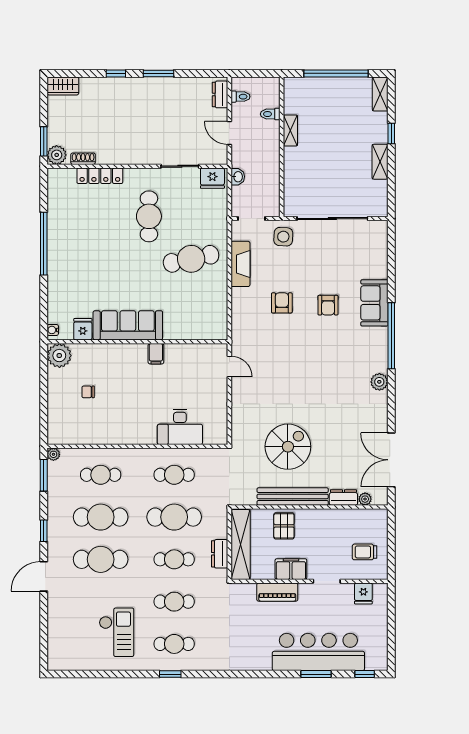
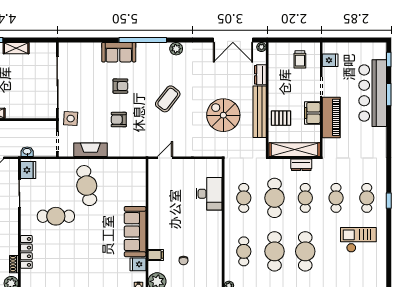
filing cabinet: (156, 354) -> (156, 255), moved
coffee table: (310, 370) -> (168, 99), added
plant: (365, 499) -> (261, 47), moved
piano: (277, 592) -> (331, 117), width x1.37, depth x1.33

